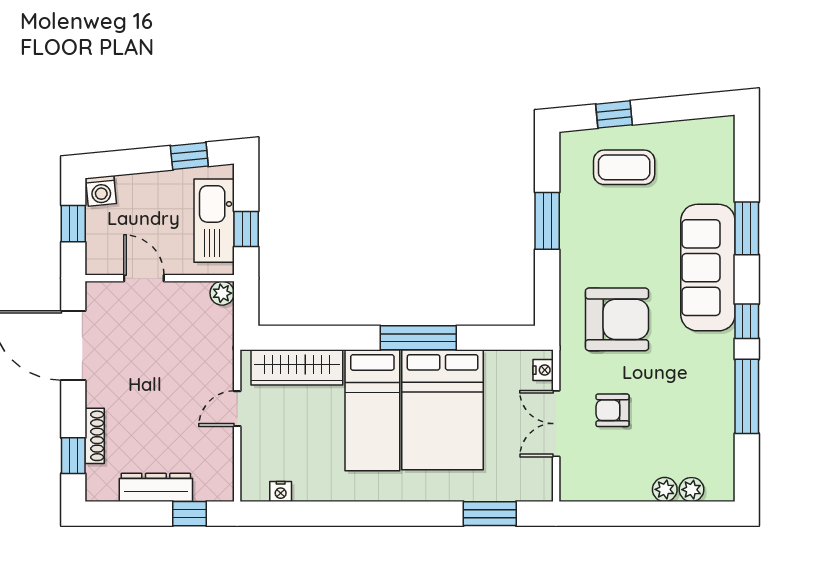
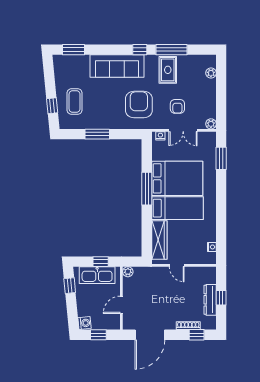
window: (747, 228) -> (73, 50), moved
rug: (699, 388) -> (168, 70), added
plant: (665, 489) -> (211, 124), moved
window: (189, 514) -> (221, 298), moved

